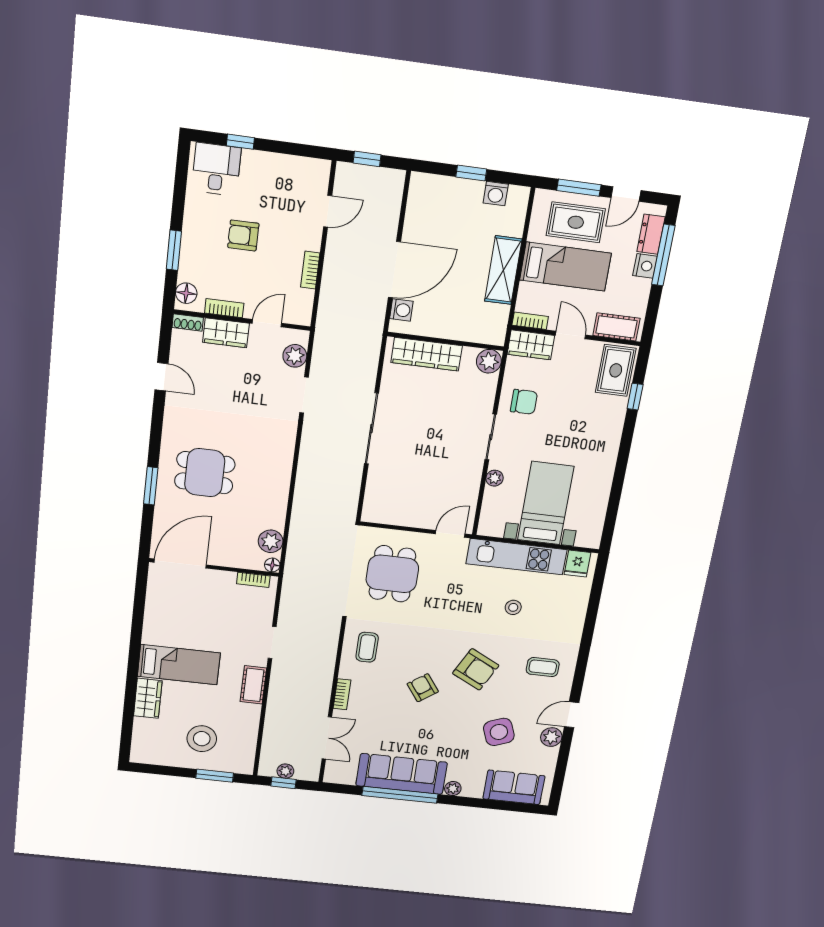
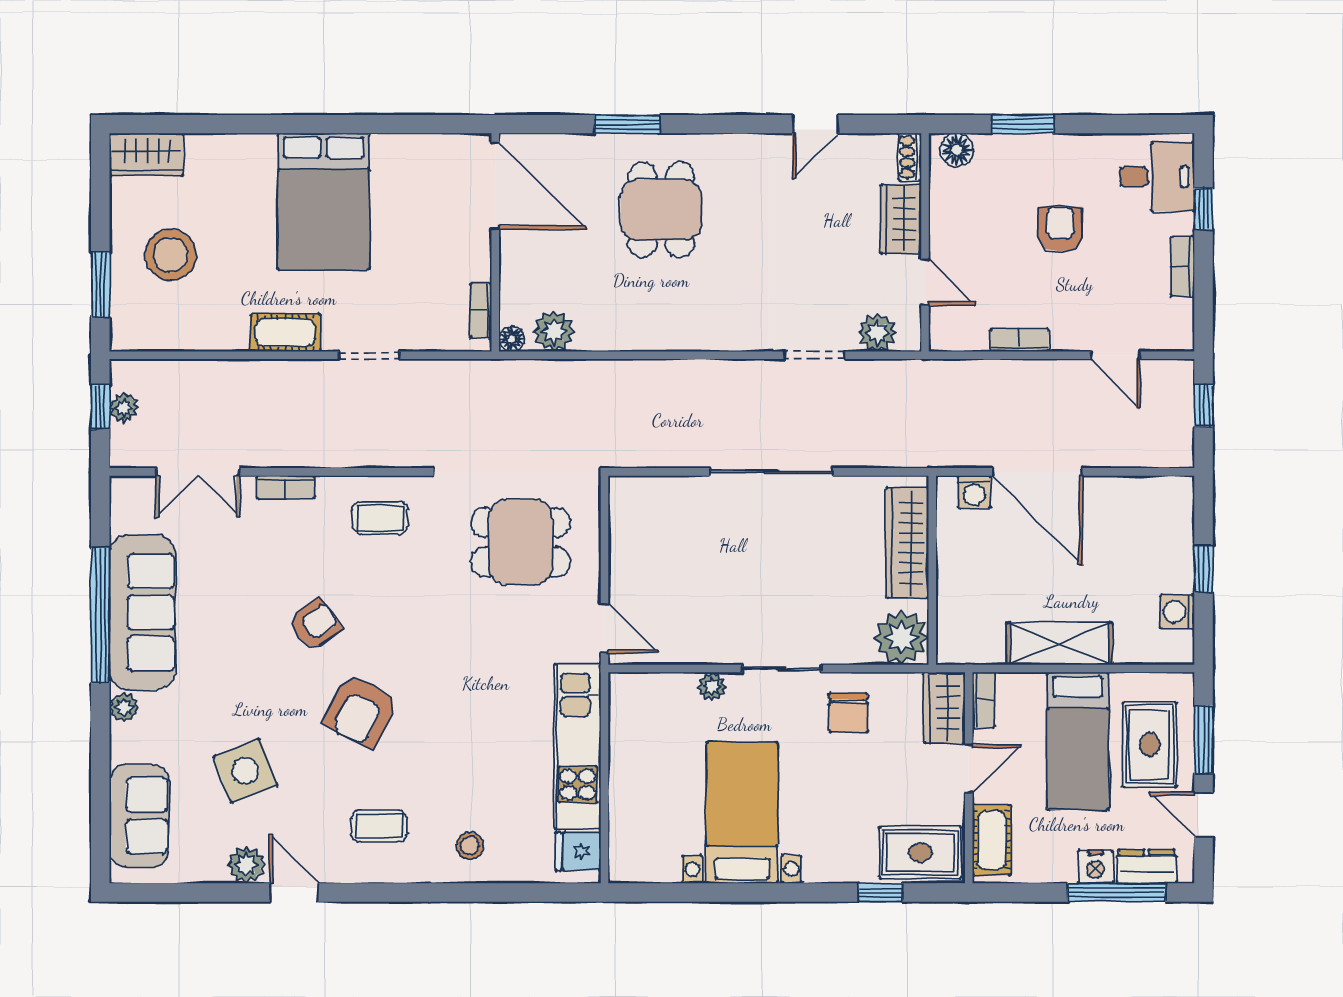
bookcase: (224, 308) -> (1183, 267), moved, turned 180
plant: (489, 361) -> (901, 638), width x1.36, depth x1.36
bed with nightstands: (546, 503) -> (742, 813), moved, turned -90
stool: (513, 607) -> (470, 846), moved
bed: (179, 665) -> (324, 201), width x1.50
coffee table: (543, 667) -> (379, 826), turned 90
wardrobe: (148, 698) -> (147, 155), moved

